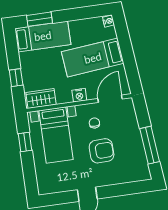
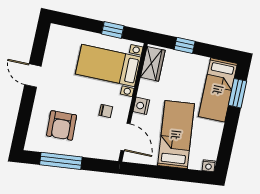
armchair: (102, 151) -> (62, 125), moved

